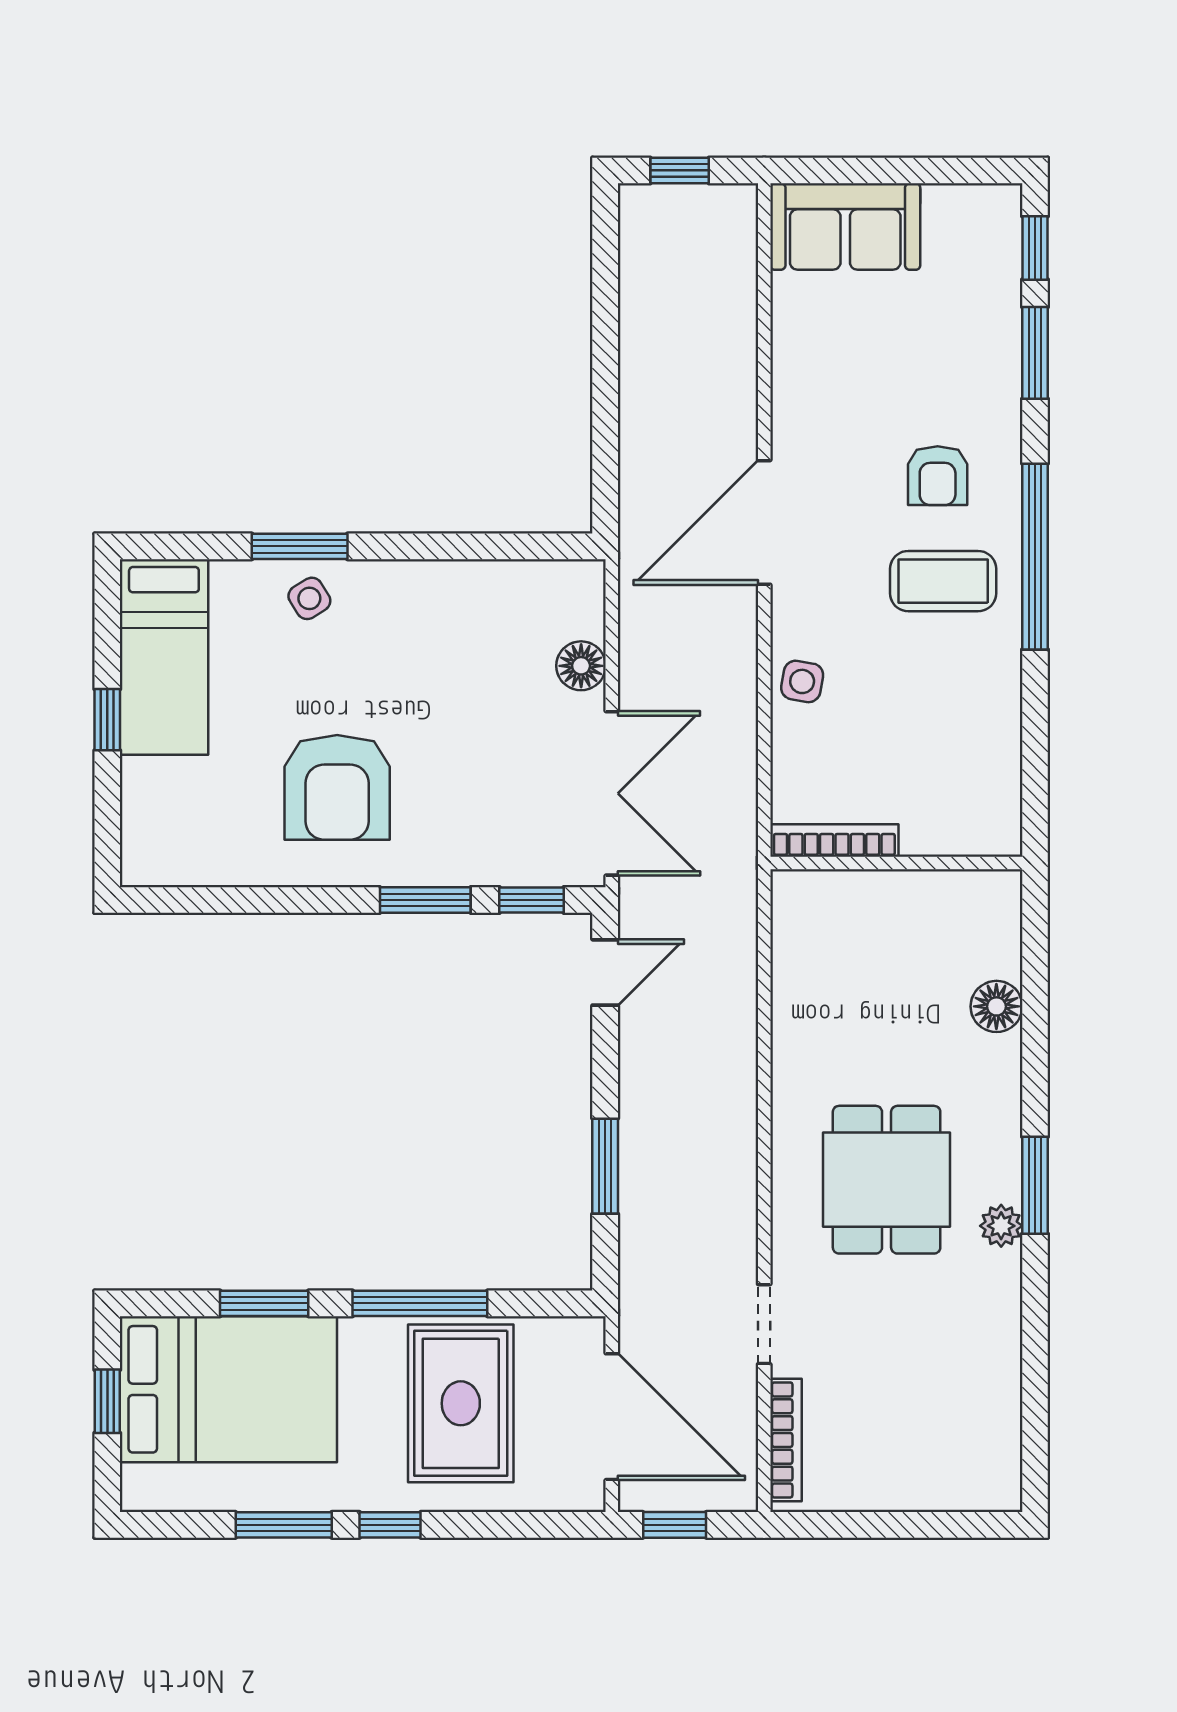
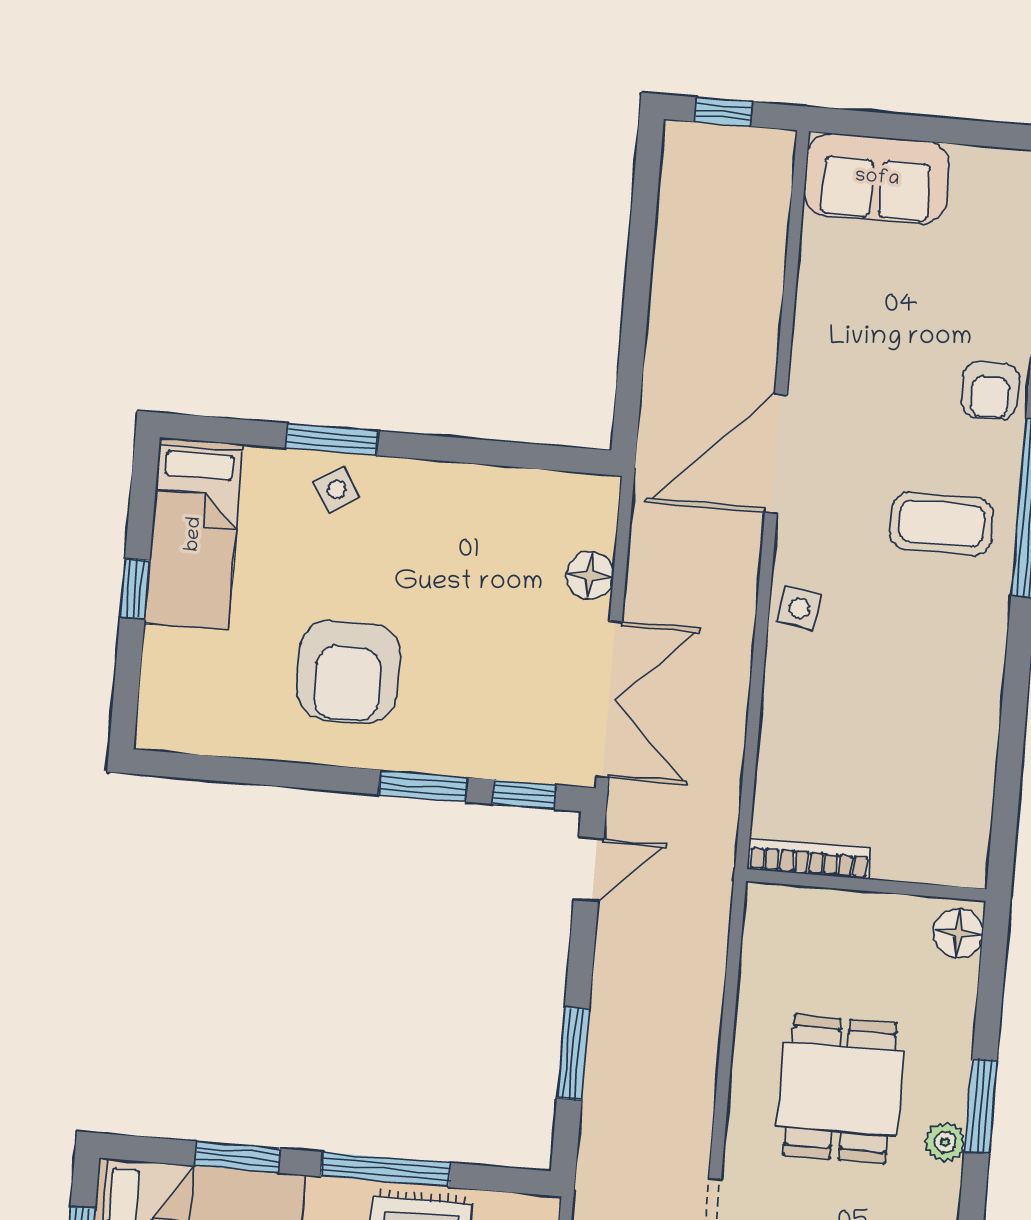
armchair: (938, 476) -> (990, 390), moved
bookcase: (834, 840) -> (809, 859), moved
wall: (896, 863) -> (866, 885), moved

